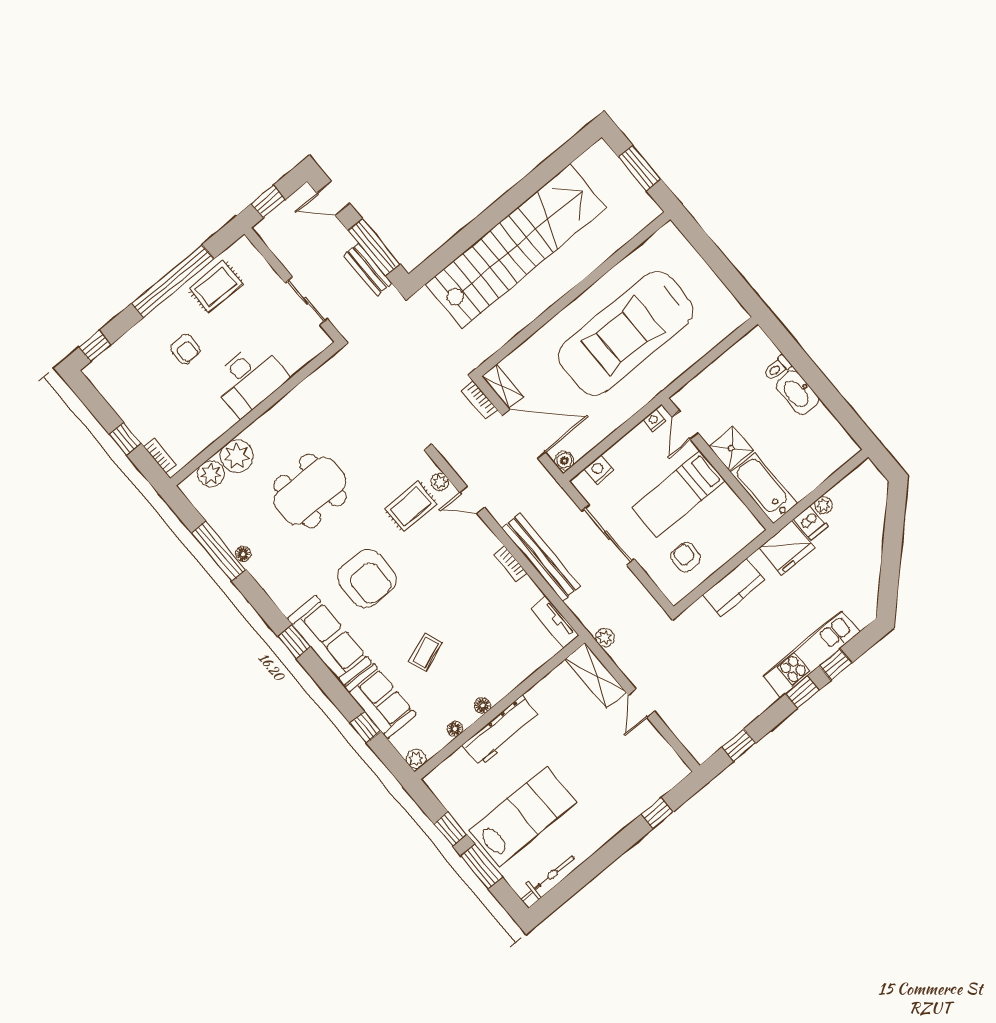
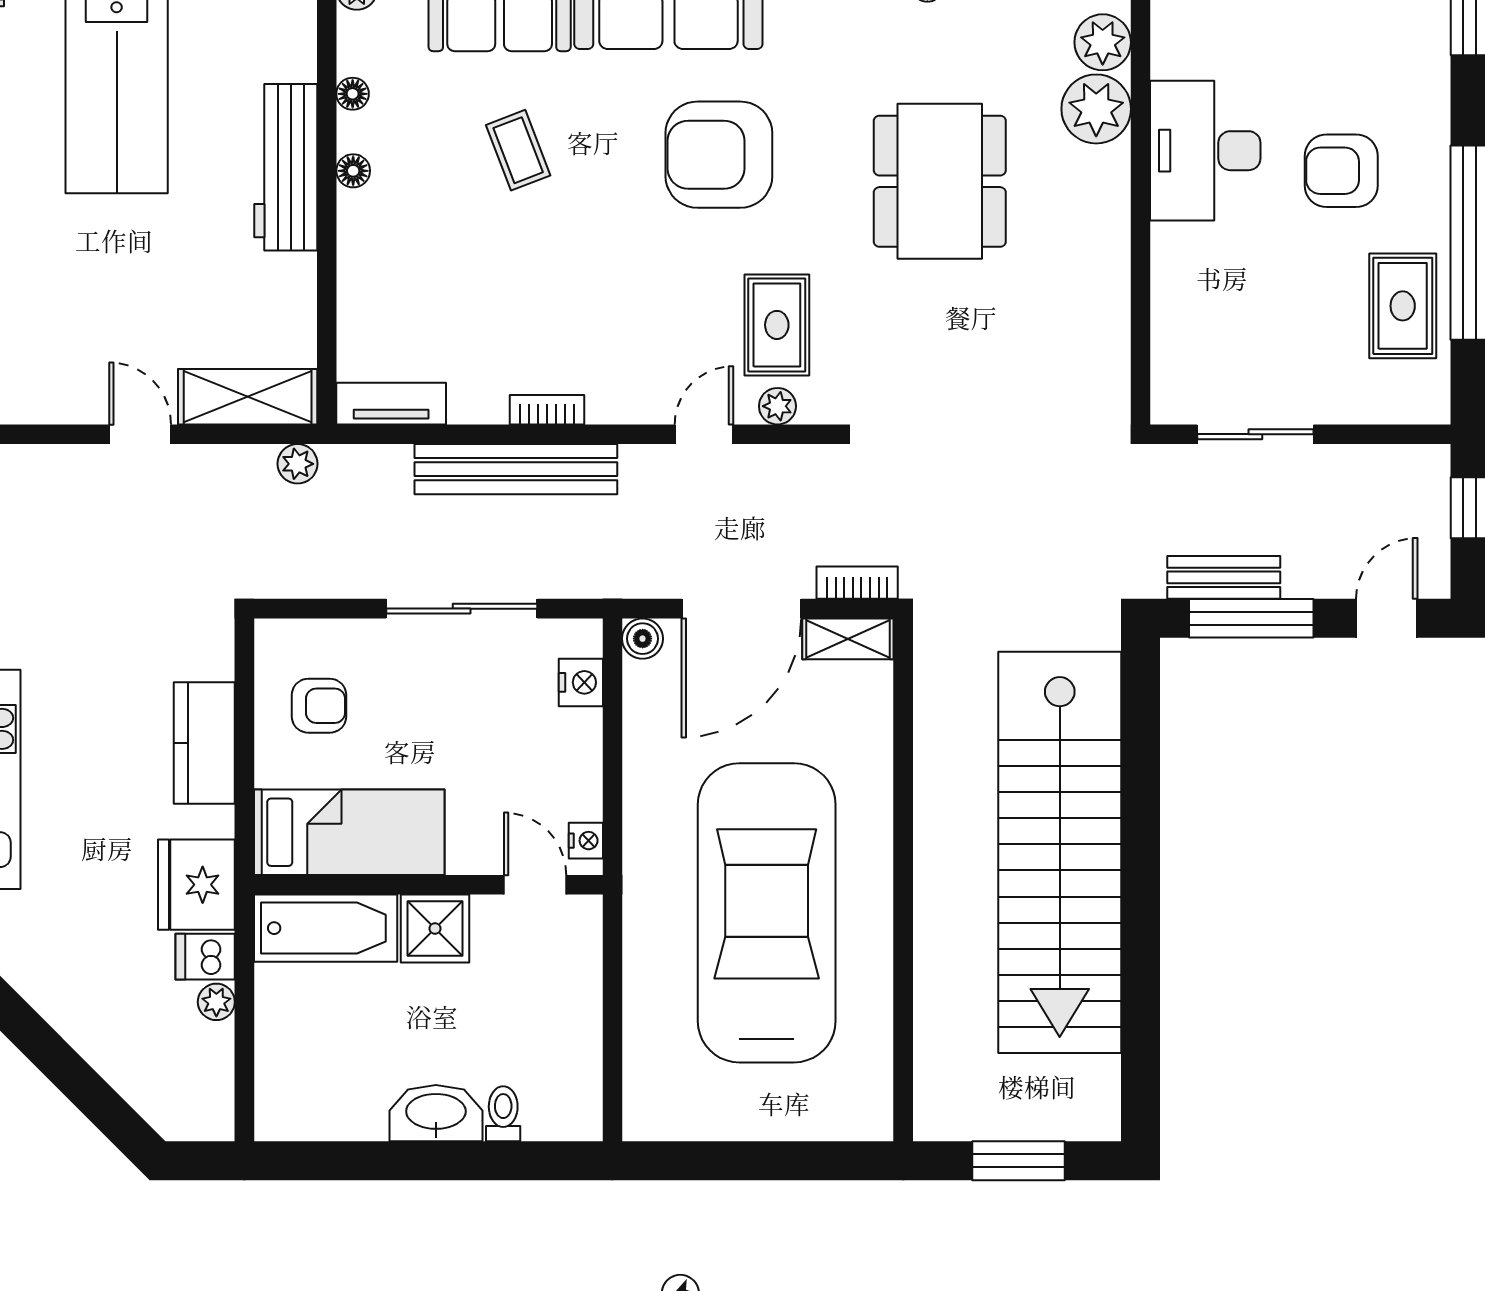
armchair: (185, 349) -> (1341, 171), width x1.38, depth x1.38
desk: (249, 379) -> (1205, 151), moved
bed: (678, 494) -> (349, 832), moved, turned 90

